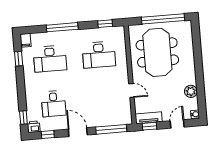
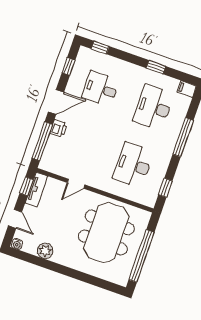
meeting table: (157, 52) -> (106, 232), turned 90
window: (19, 59) -> (156, 67), moved
printer: (34, 127) -> (59, 128), moved

